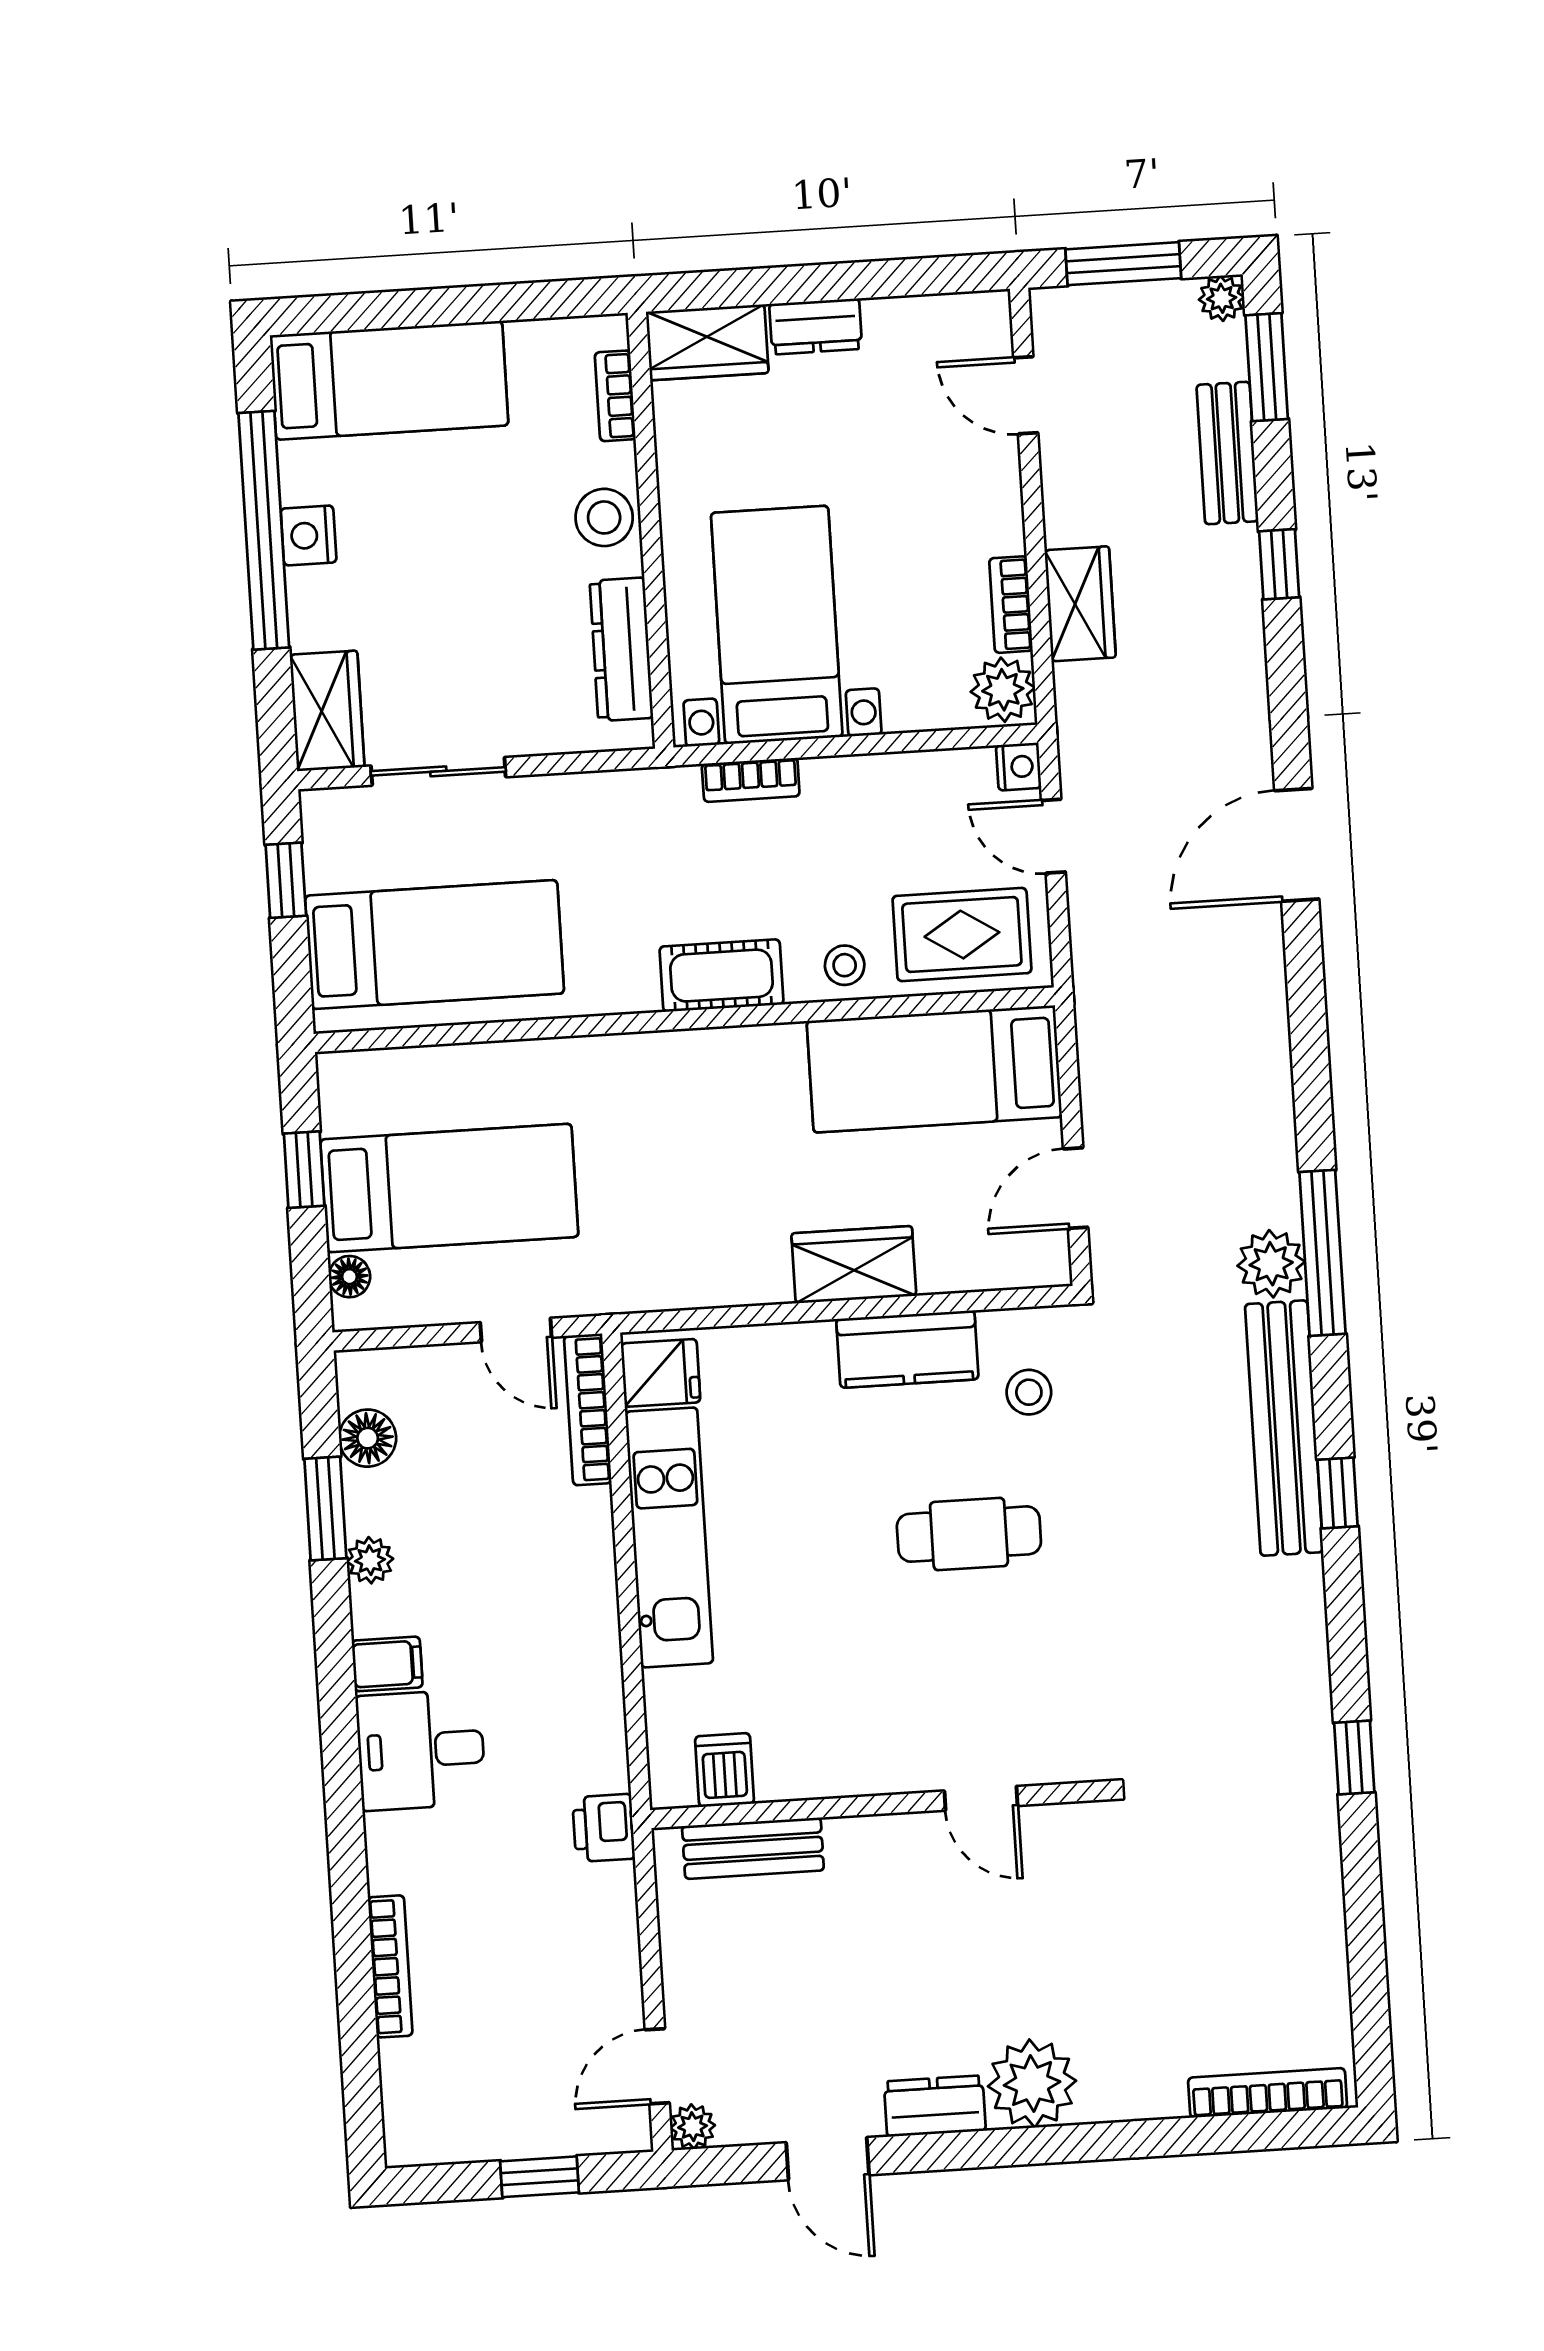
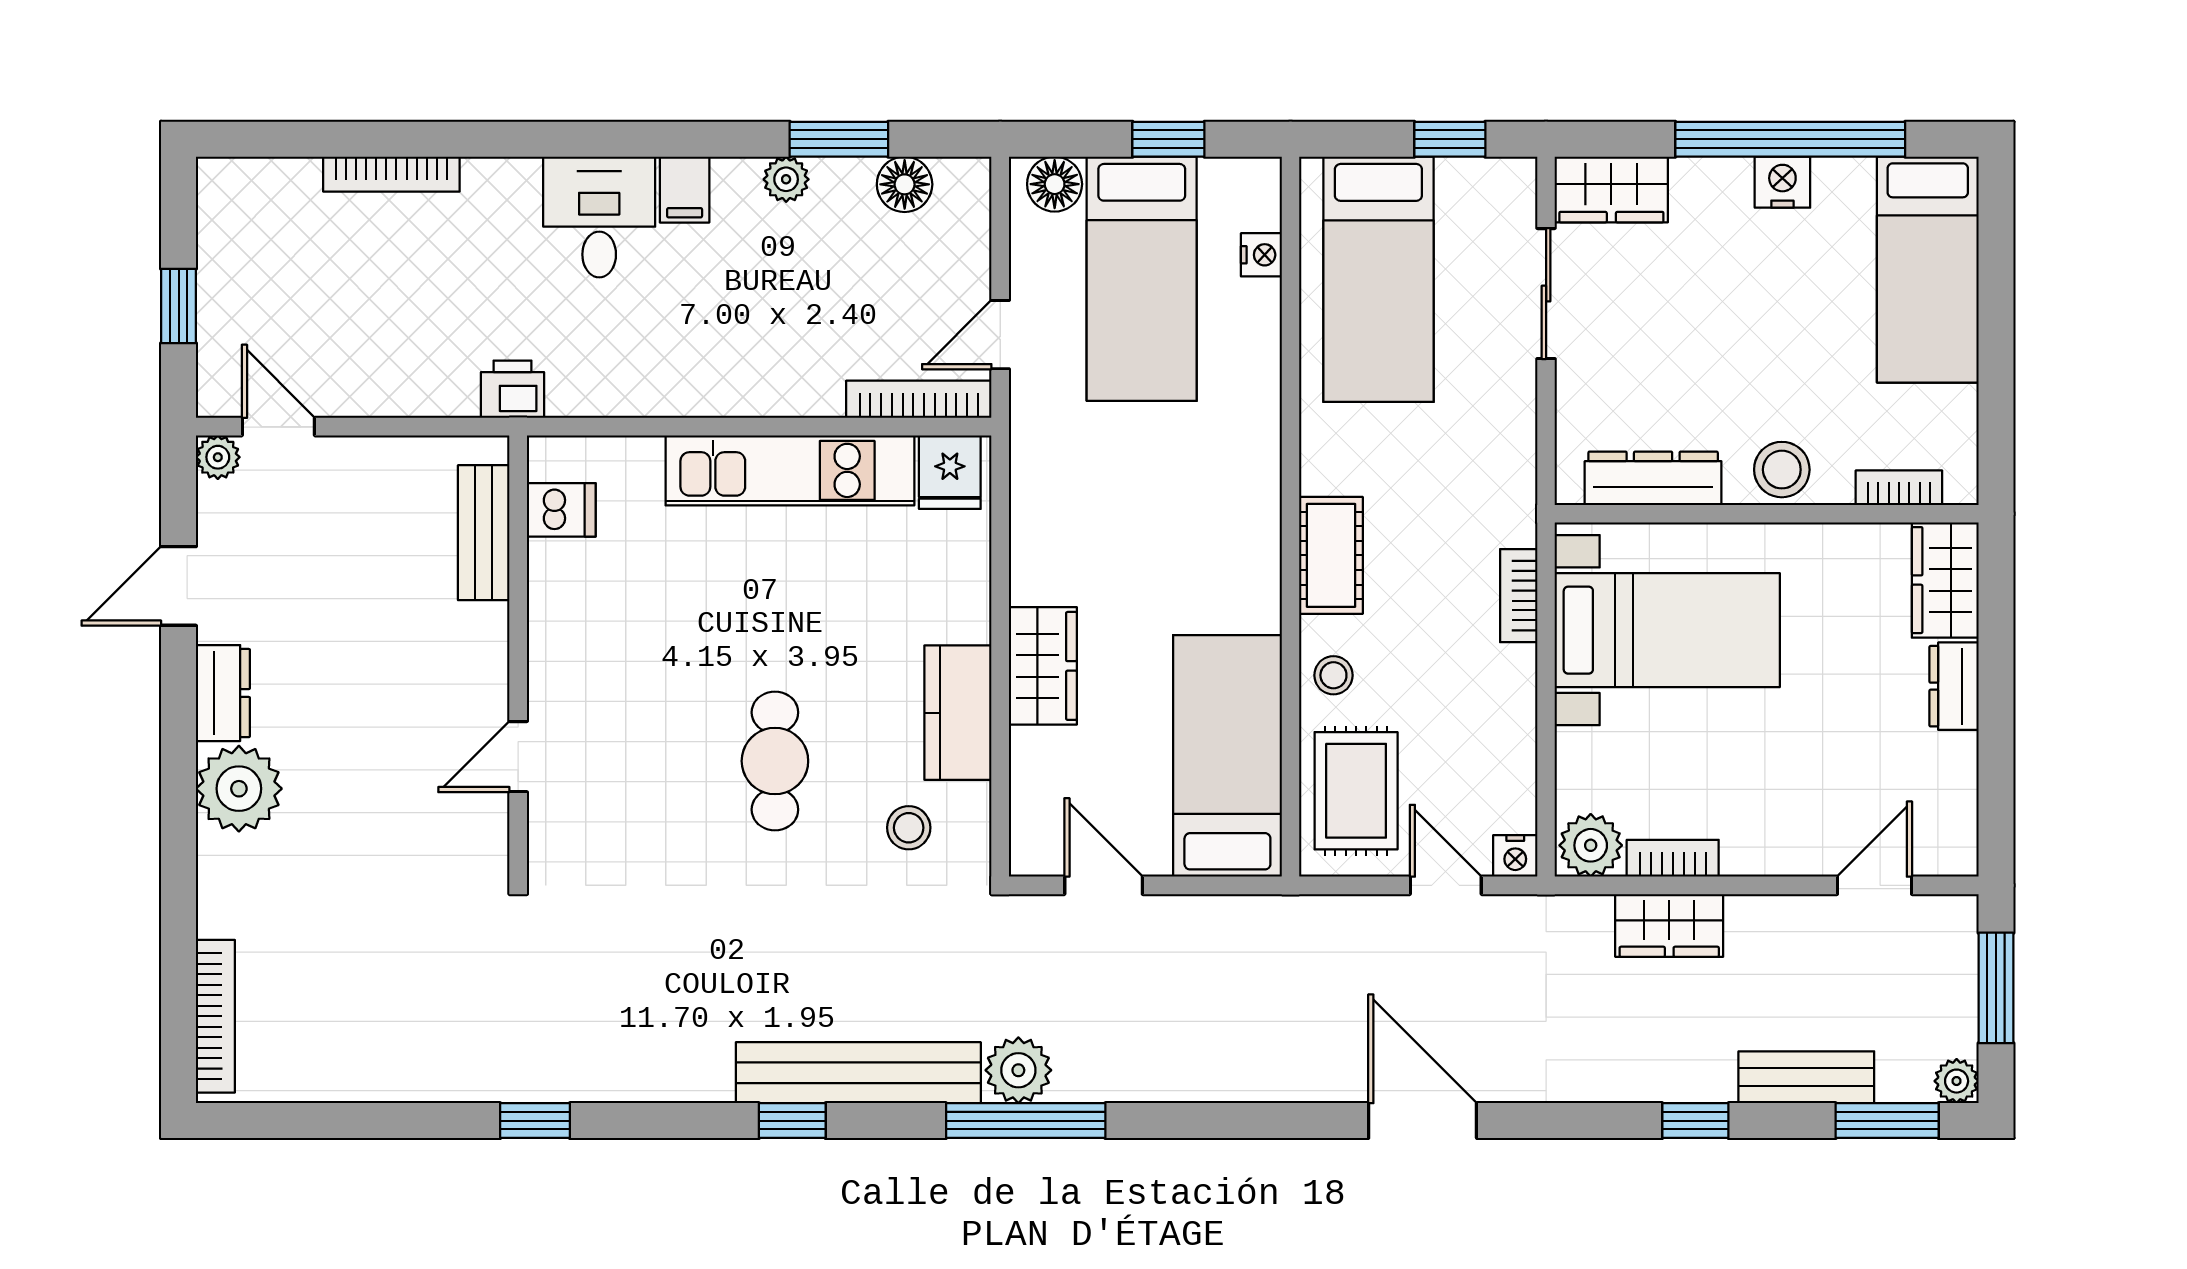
door: (1053, 836) -> (1446, 885), hinge flipped
nightstand: (417, 1067) -> (1261, 255), added
floor lamp: (349, 1277) -> (1055, 184), width x1.37, depth x1.37

